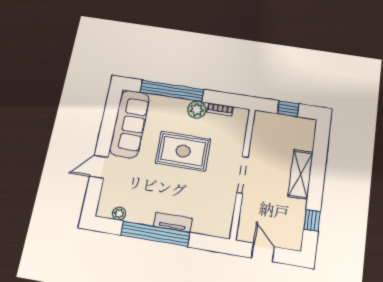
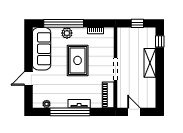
plant: (197, 110) -> (67, 33), moved
rug: (183, 151) -> (78, 60), turned 90
piano: (224, 216) -> (108, 95), added
window: (312, 220) -> (160, 41), moved

